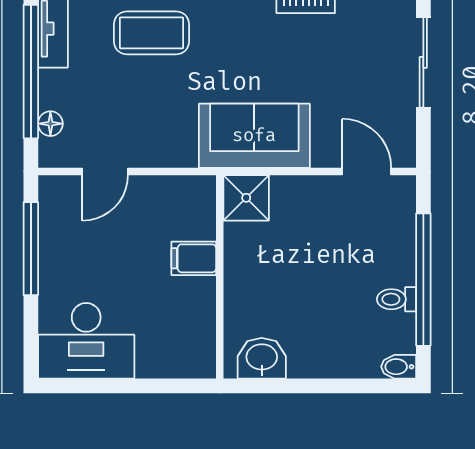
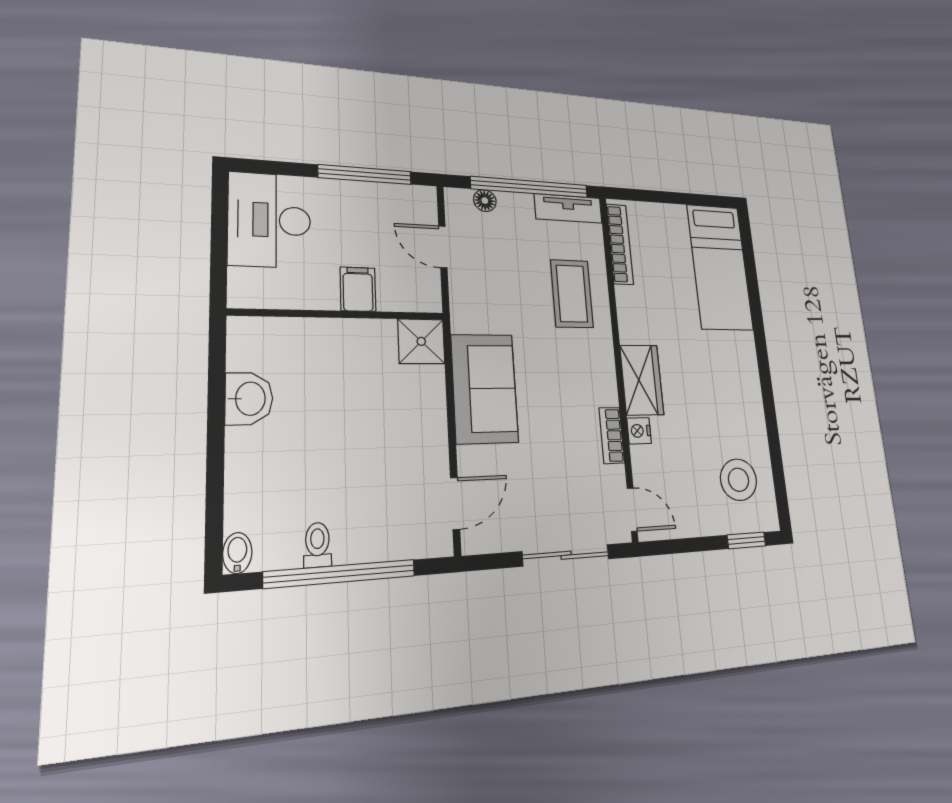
shower: (246, 198) -> (421, 341), moved
filing cabinet: (194, 258) -> (358, 289), moved
wall: (220, 277) -> (339, 314), moved

